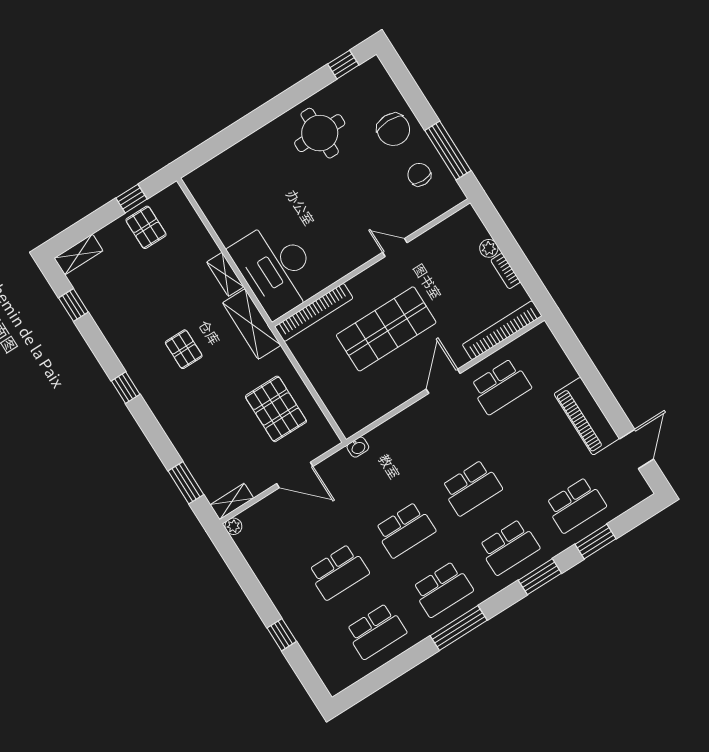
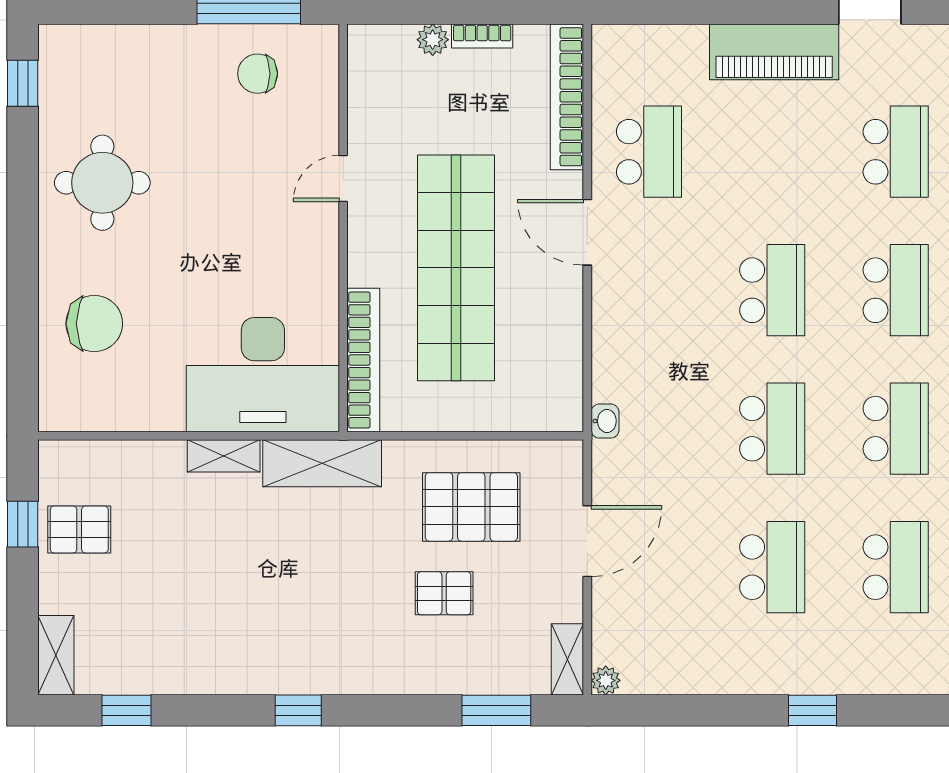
chair: (393, 130) -> (94, 324), moved
shop shelf: (386, 329) -> (456, 268), width x1.40
pallet: (184, 349) -> (444, 593), moved

